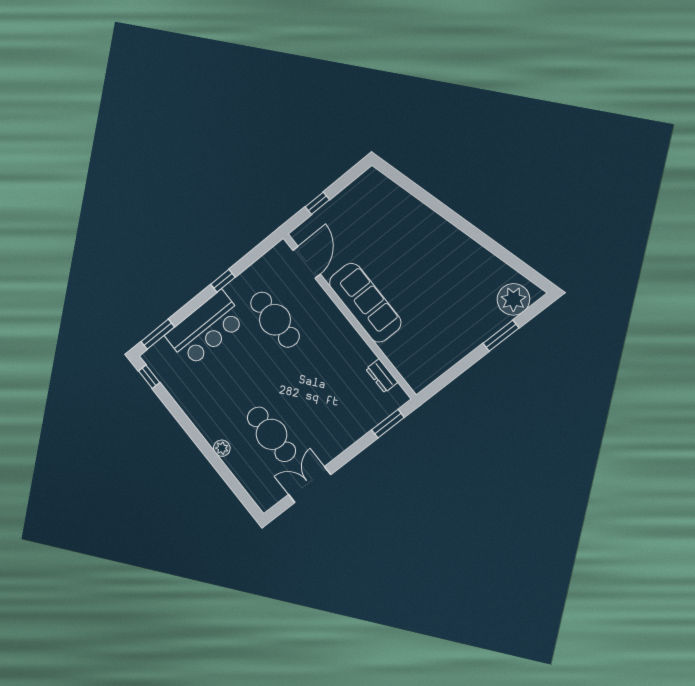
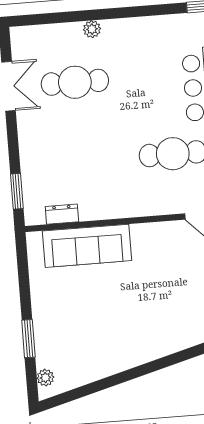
plant: (513, 299) -> (45, 378), width x0.53, depth x0.53
sofa: (365, 303) -> (87, 246), moved

